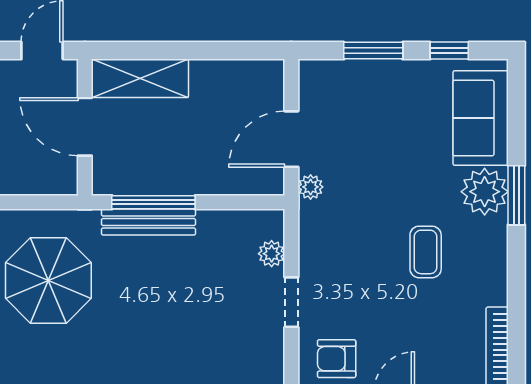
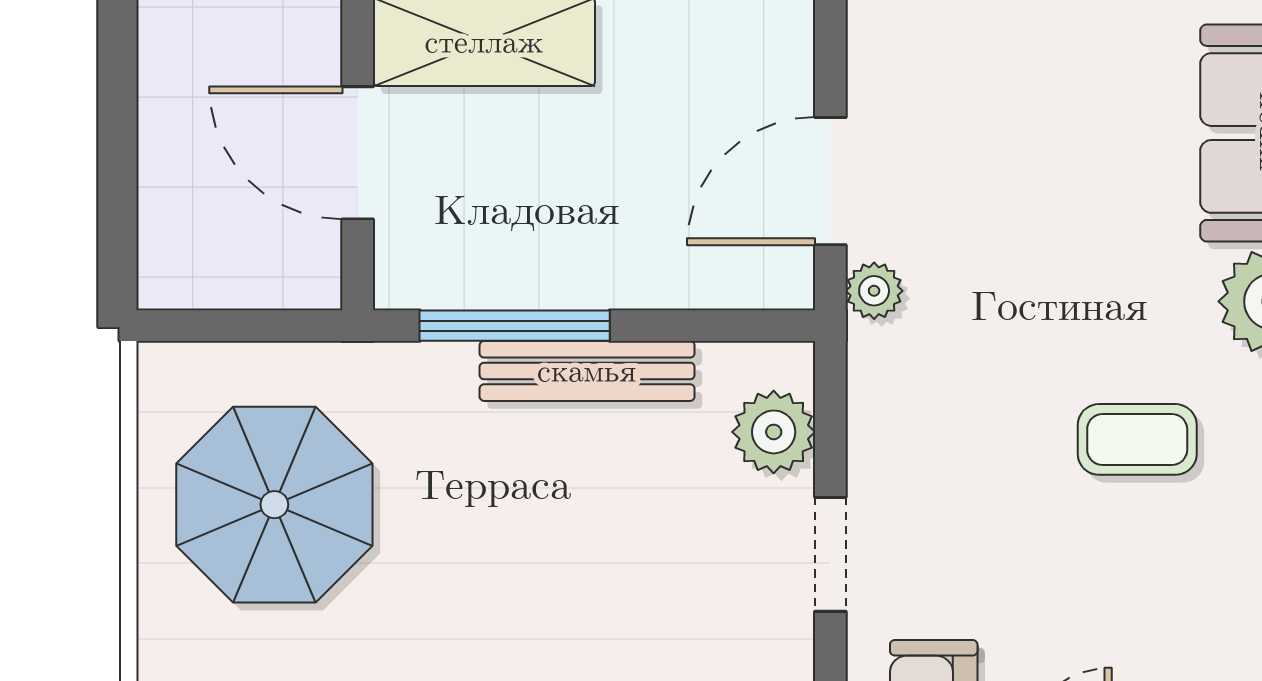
bench: (148, 222) -> (587, 371), moved
coffee table: (426, 252) -> (1137, 439), turned 90
plant: (272, 254) -> (774, 432), width x1.38, depth x1.38

